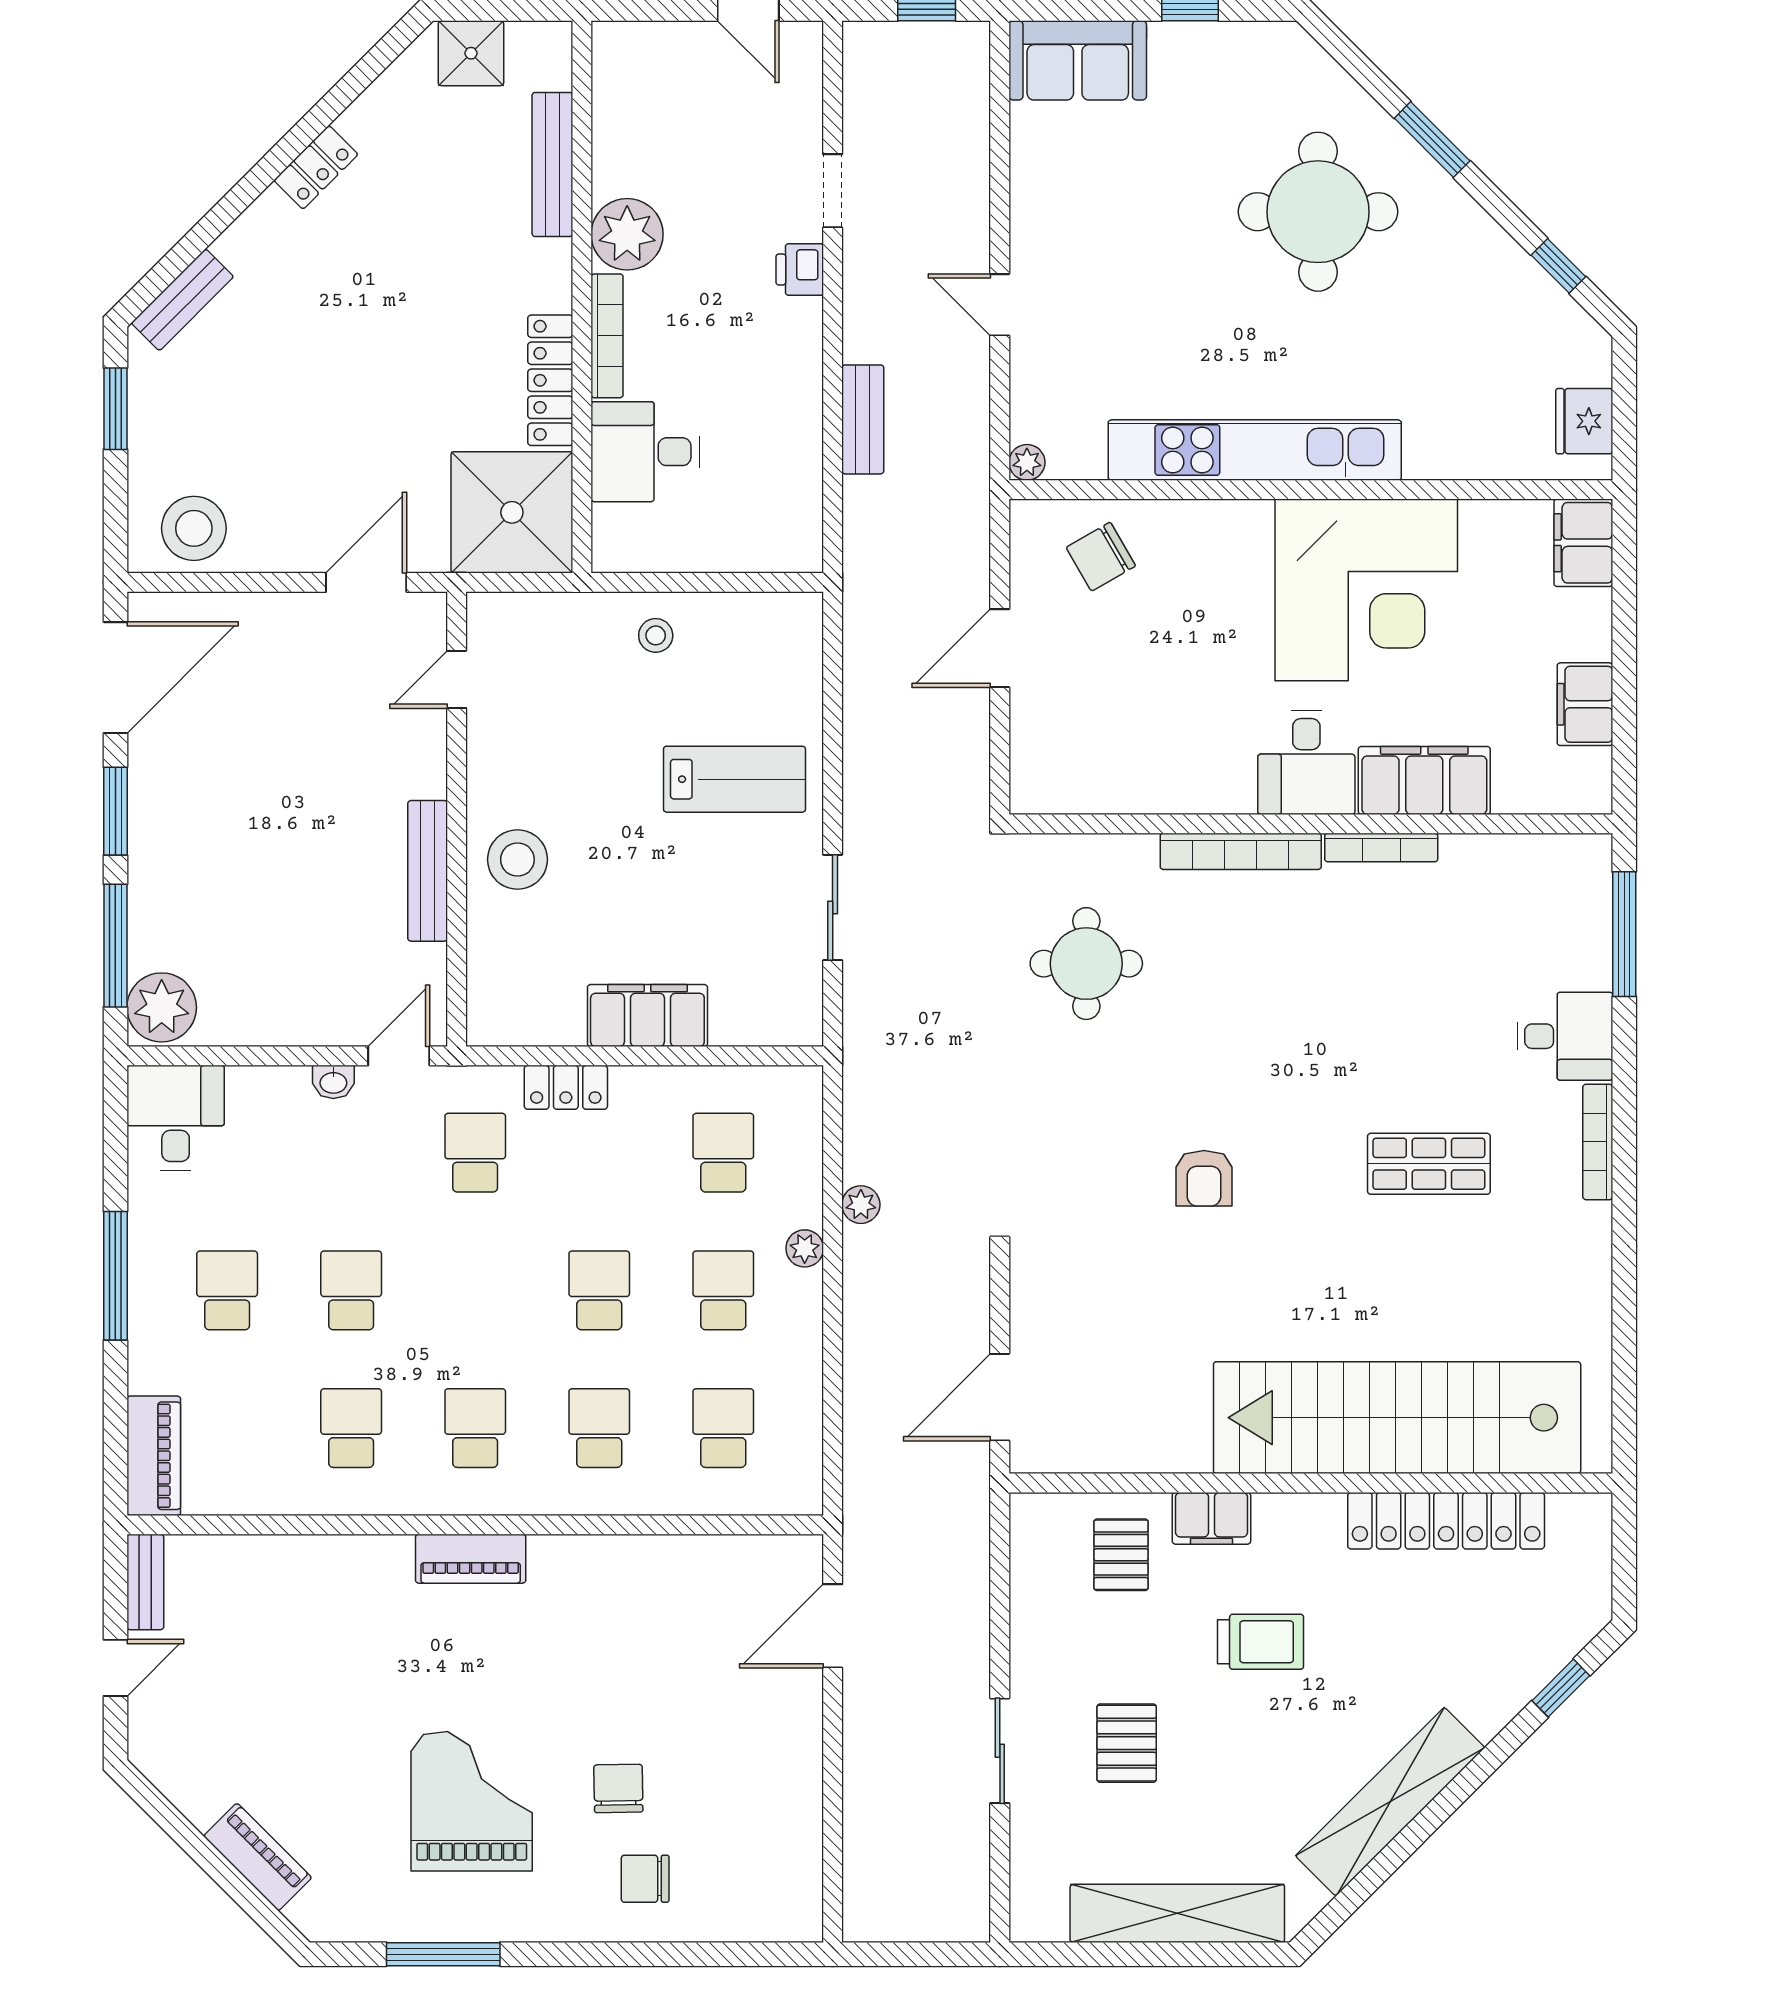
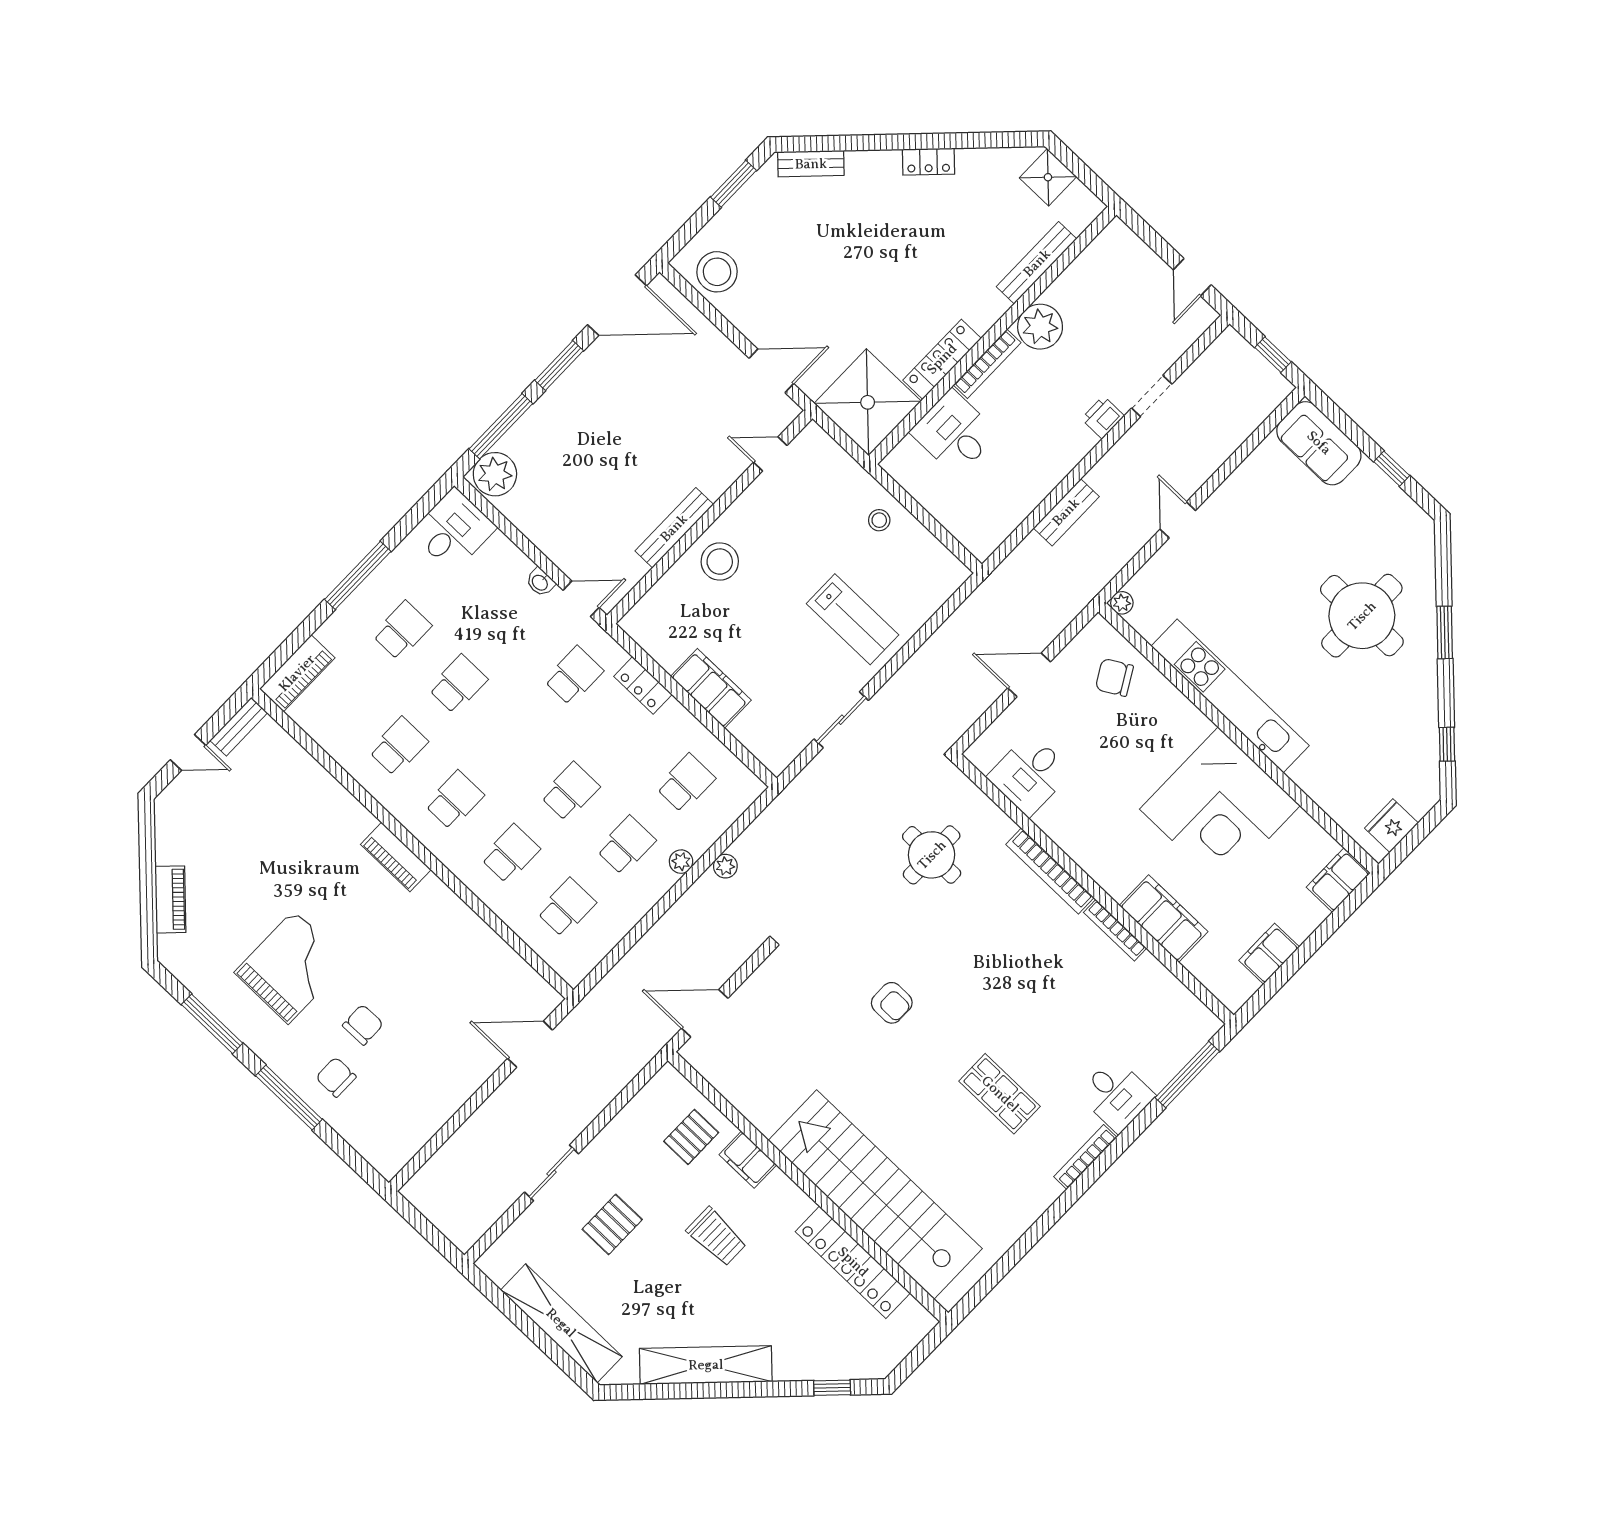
desk: (1306, 762) -> (1030, 774), moved
armchair: (1204, 1178) -> (892, 1003), turned -90
window: (613, 1954) -> (289, 1098), added

